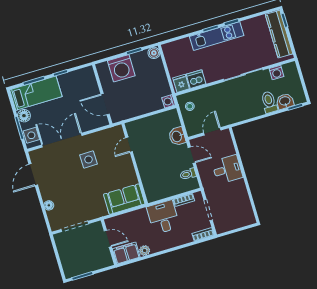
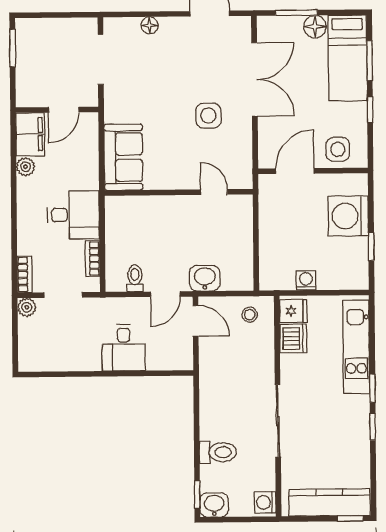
kitchen unit: (217, 36) -> (356, 347), moved
boiler: (154, 53) -> (358, 279), removed
washing machine: (276, 73) -> (265, 502), moved
washing machine: (169, 101) -> (306, 280), moved
washbasin: (285, 101) -> (214, 505), moved, turned -90
door: (212, 131) -> (196, 321), moved
side table: (31, 135) -> (338, 149), moved
plant: (220, 228) -> (27, 307), added

